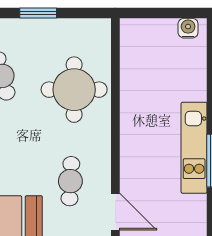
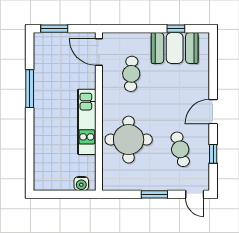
water cooler: (188, 28) -> (81, 184), moved
kitchen unit: (194, 148) -> (87, 122), moved, turned 180

